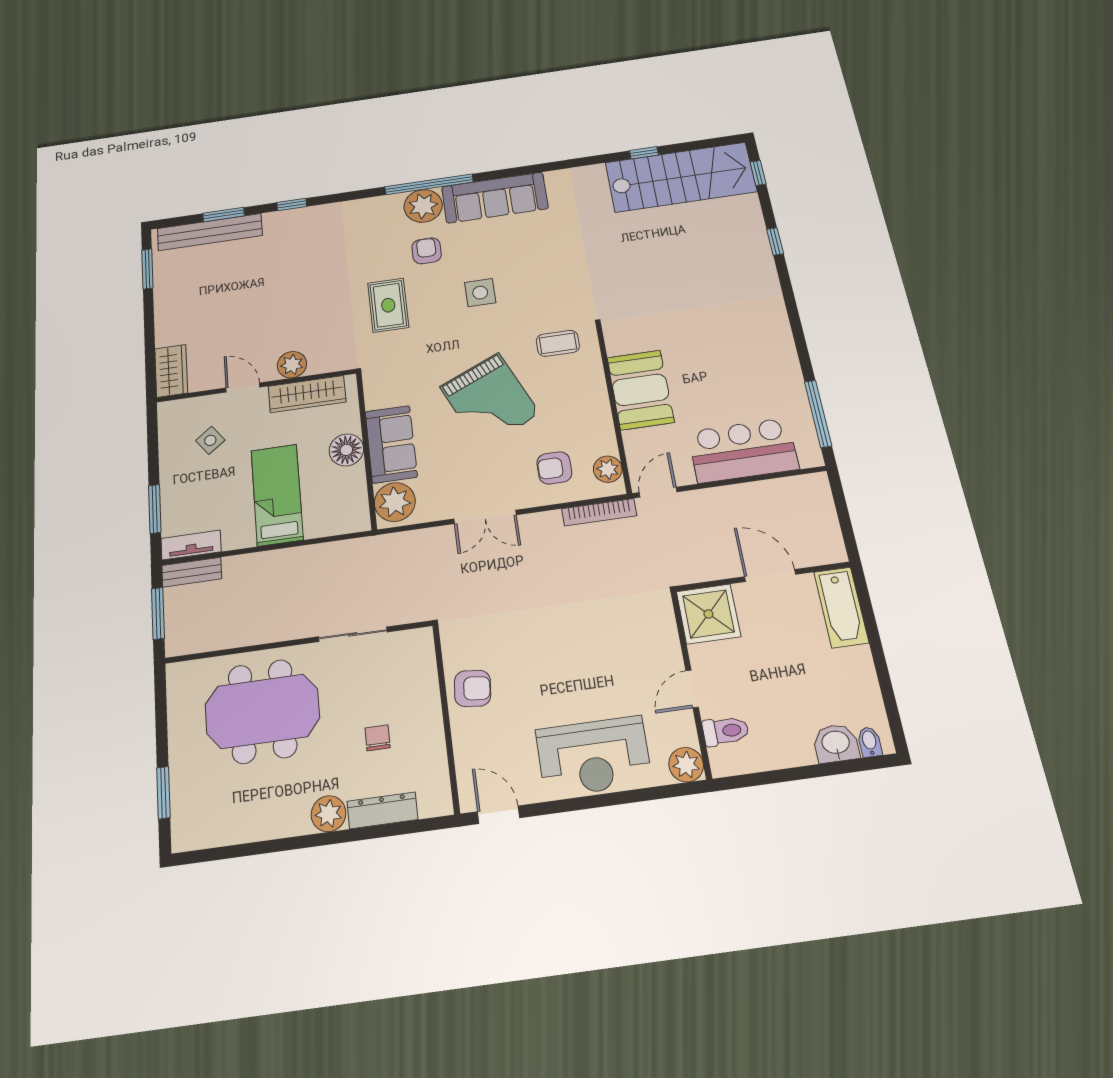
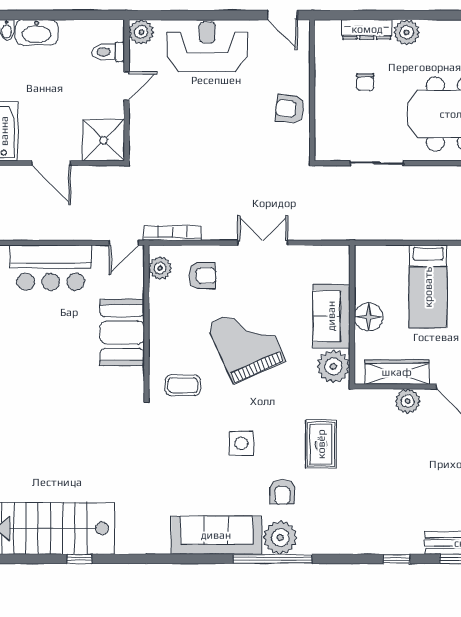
plant: (395, 502) -> (333, 367), moved
washbasin: (836, 743) -> (37, 32), width x1.38

